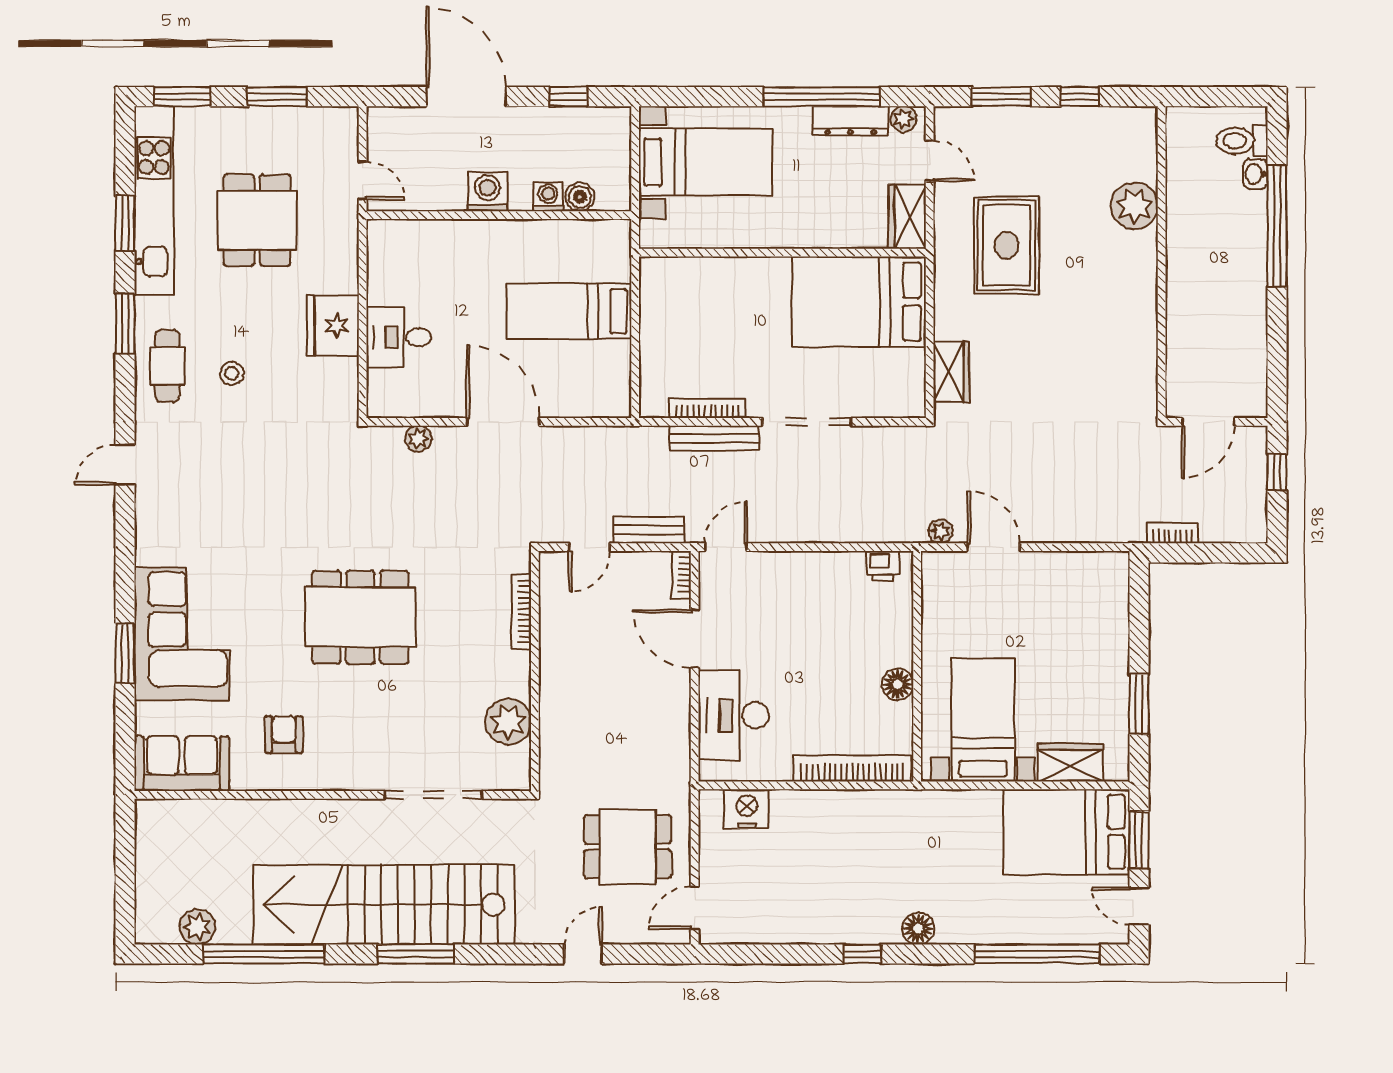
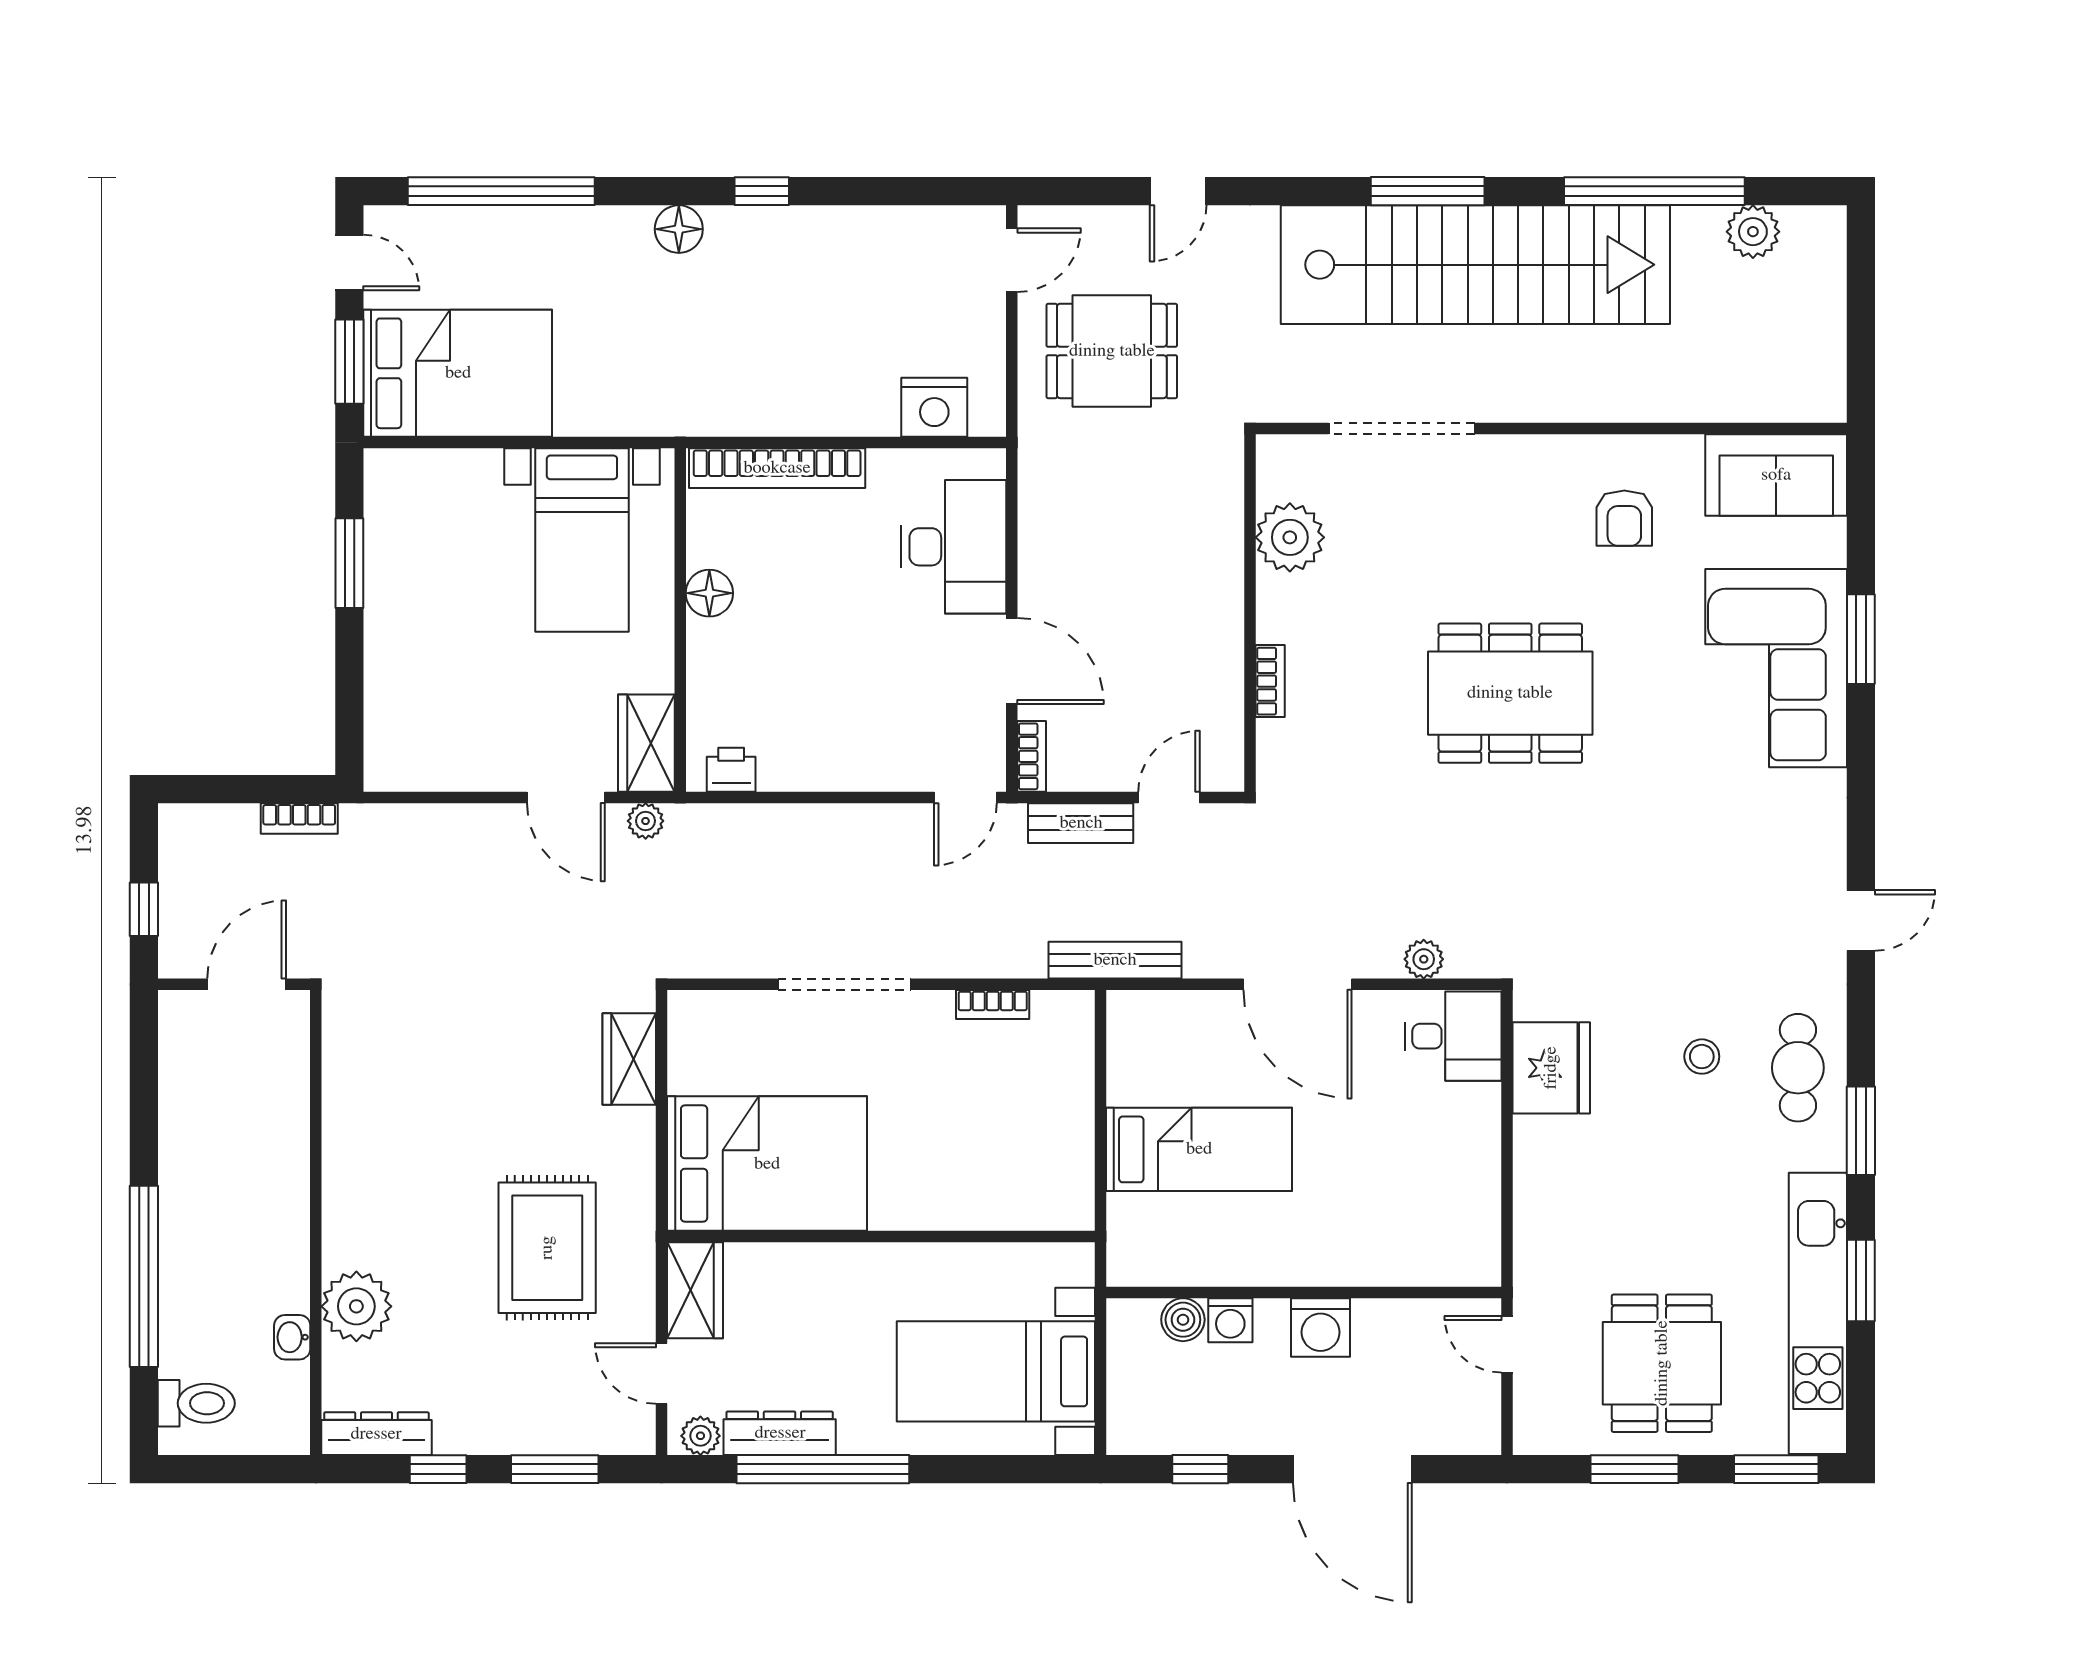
dresser: (1121, 120) -> (376, 1434), added
washbasin: (1255, 174) -> (292, 1337), moved, turned 180
dining table: (257, 220) -> (1662, 1363), moved
fridge: (333, 326) -> (1551, 1068), moved
desk: (399, 337) -> (1453, 1036), moved
bookcase: (708, 408) -> (993, 1004), width x0.64
bench: (714, 438) -> (1115, 960), moved
bookcase: (521, 612) -> (1270, 681), width x0.64
wardrobe: (1070, 763) -> (646, 743), moved, turned 90

